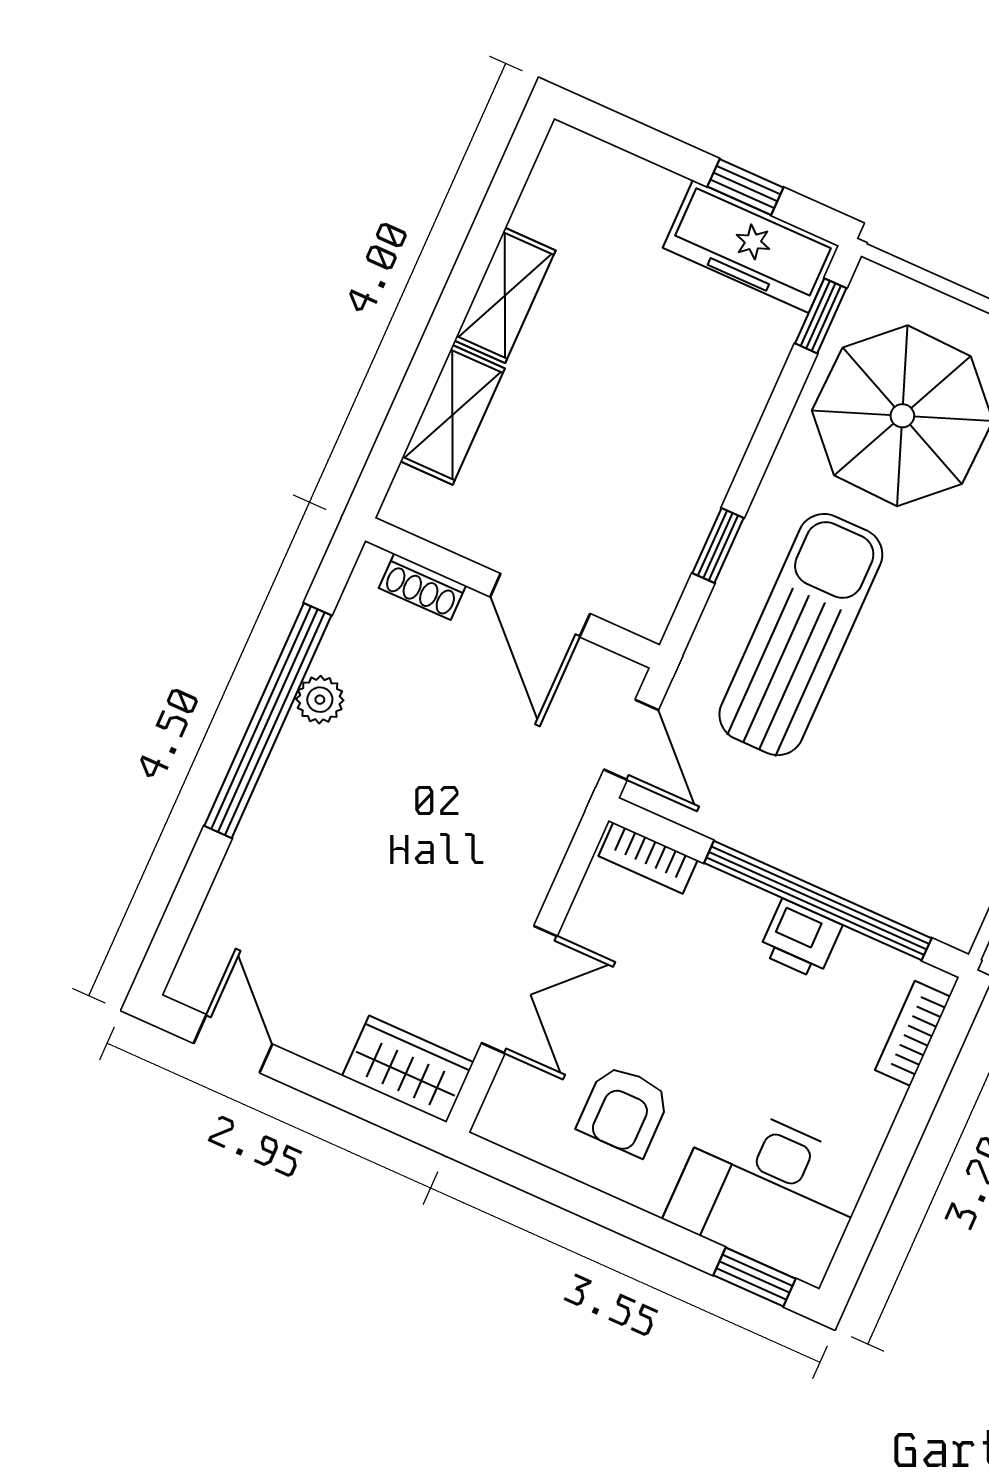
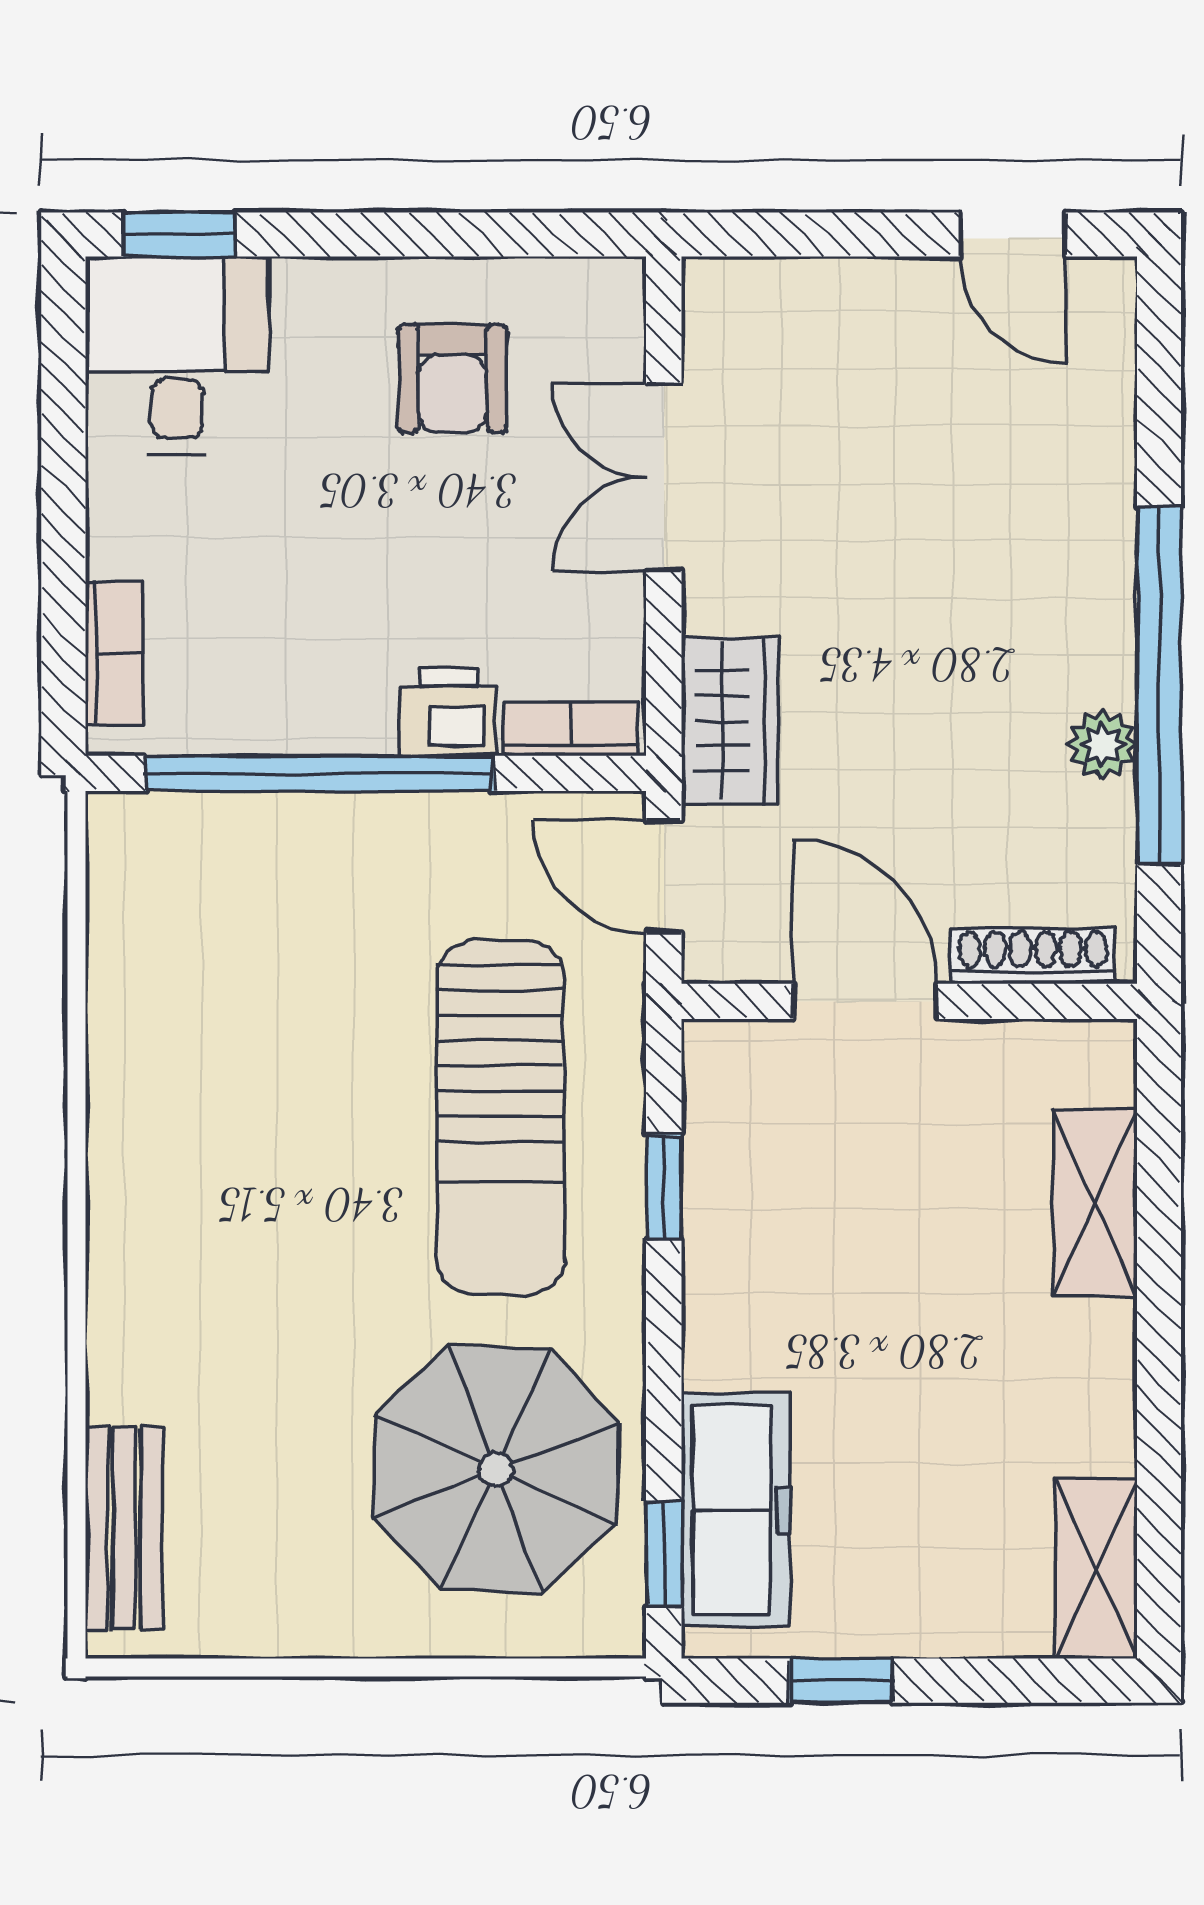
freezer: (751, 247) -> (736, 1510), moved, turned 90
shelving: (505, 295) -> (1096, 1569), moved
shoe rack: (422, 587) -> (1033, 956), width x1.43
printer: (800, 939) -> (448, 712), moved
wardrobe: (408, 1069) -> (730, 721), moved, turned -90
armchair: (624, 1110) -> (452, 379), turned 180
desk: (768, 1192) -> (177, 355), width x0.73

